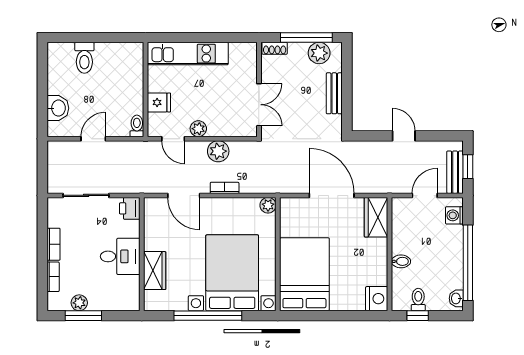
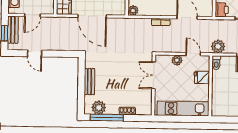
wall: (259, 89) -> (153, 85), moved
double door: (259, 105) -> (154, 75), moved
door: (404, 136) -> (35, 53), moved
plant: (218, 151) -> (218, 46), moved

